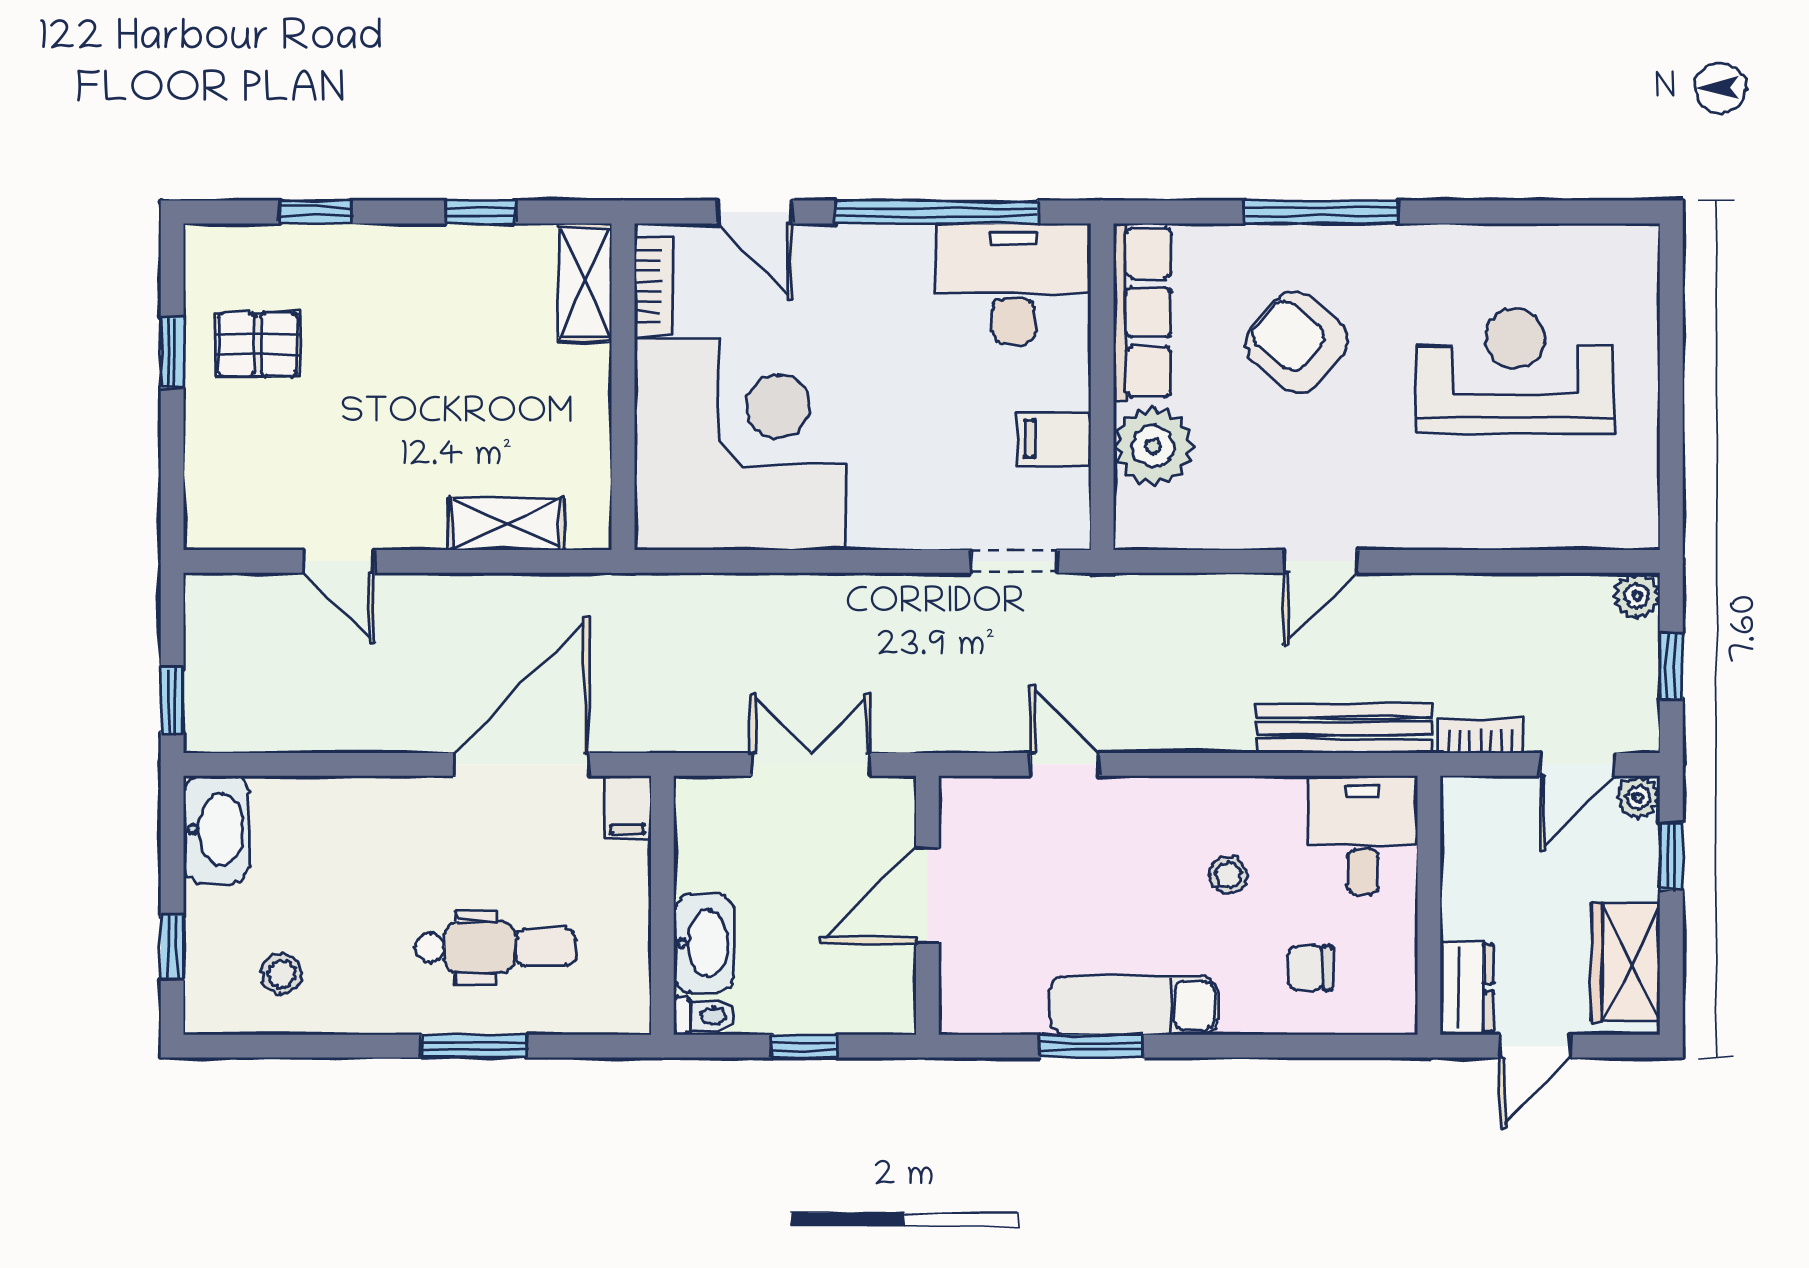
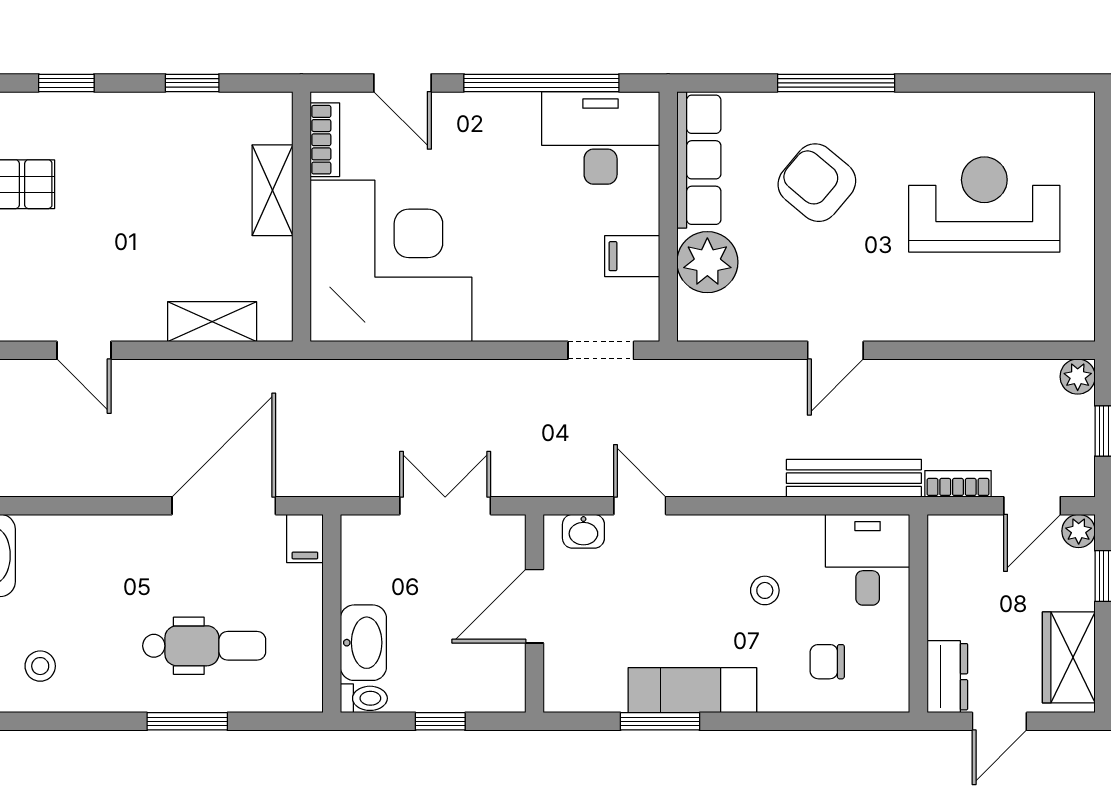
shelving: (585, 283) -> (272, 190), moved
washbasin: (991, 798) -> (583, 531), added

